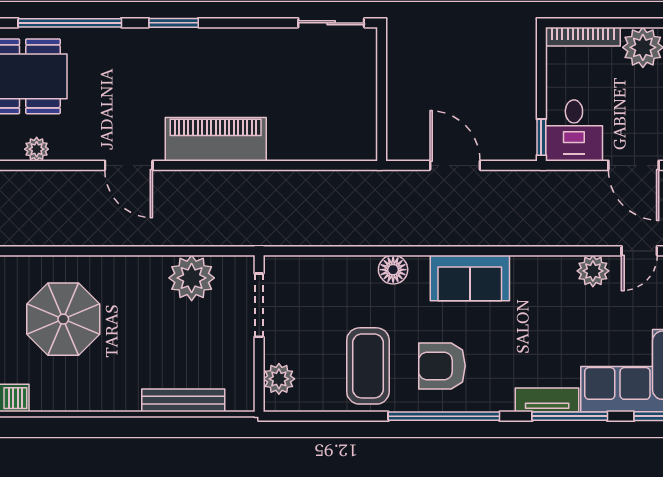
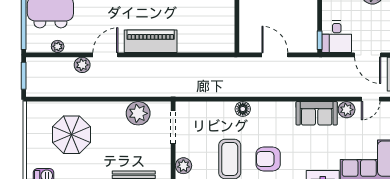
door: (129, 165) -> (105, 55), swing flipped
plant: (84, 185) -> (82, 65), added
sofa: (470, 278) -> (317, 113), moved

